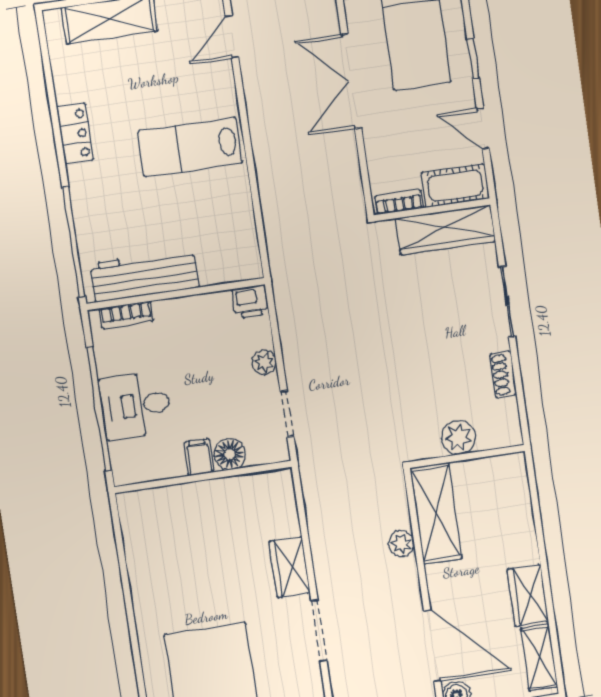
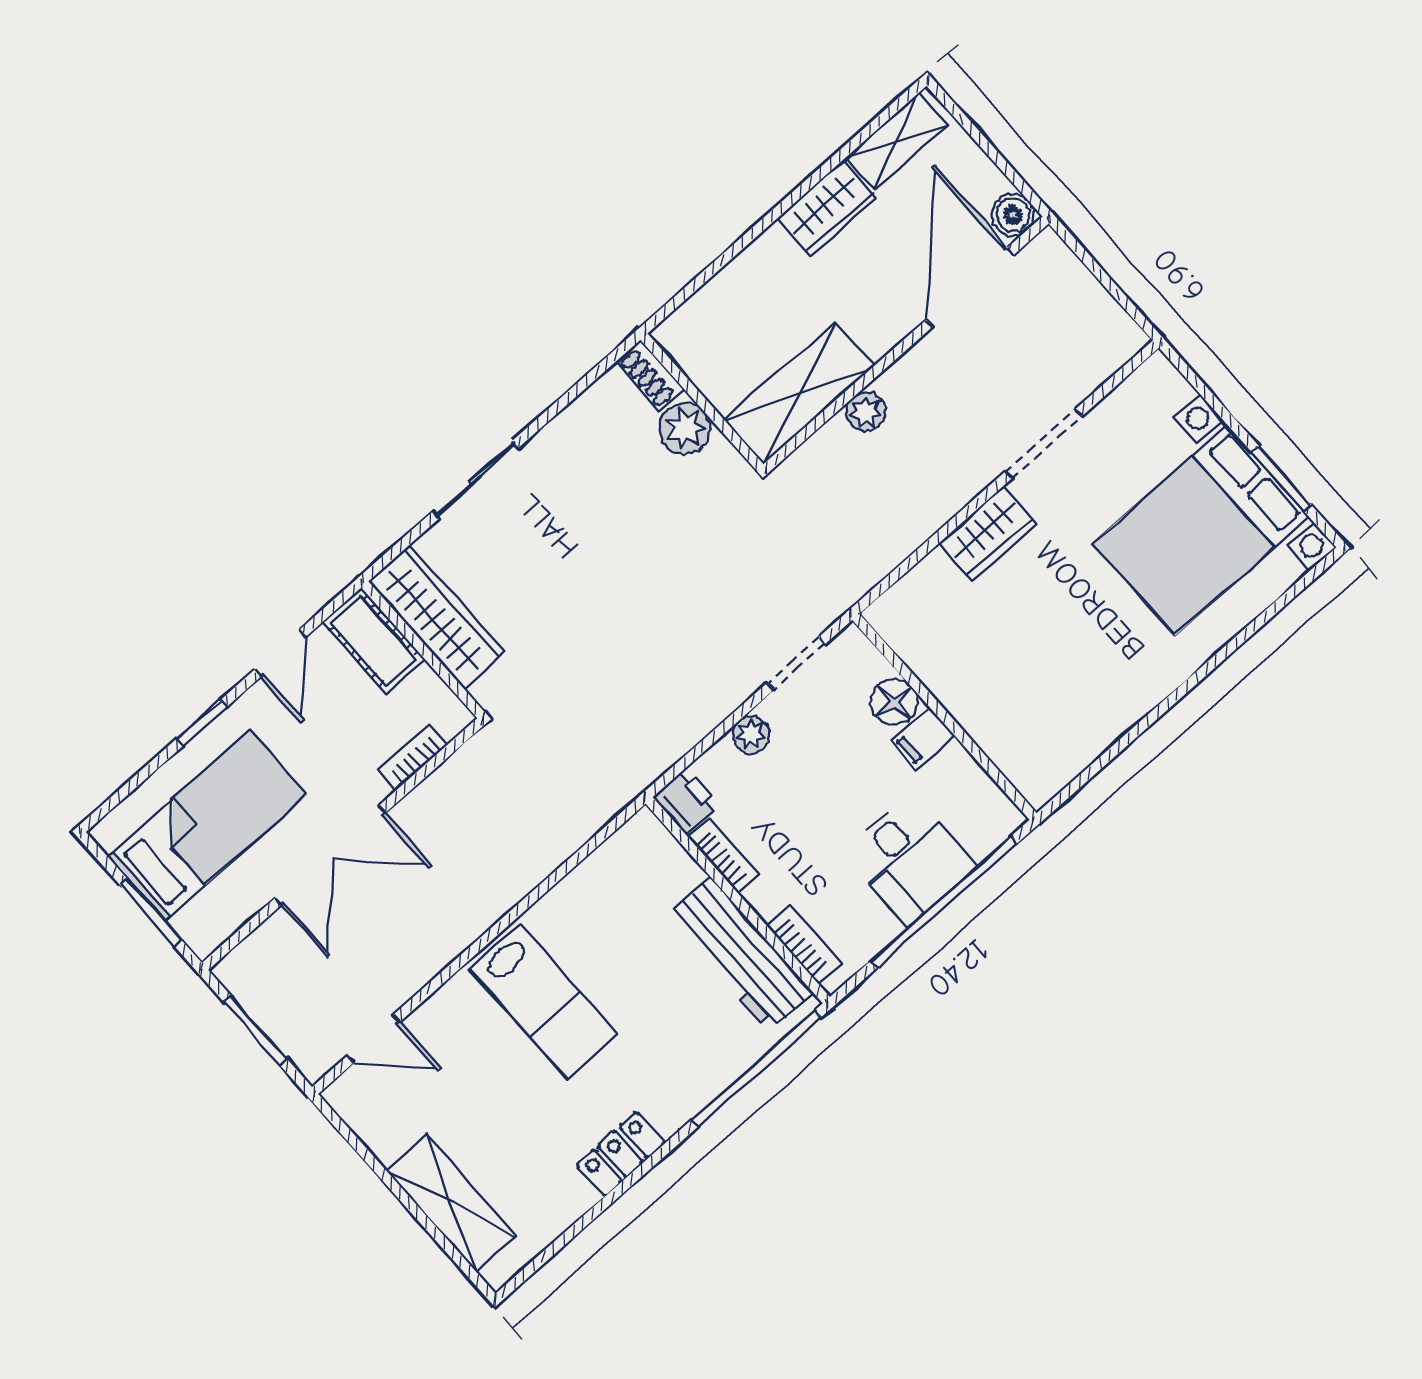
bookcase: (399, 202) -> (413, 757), moved, turned 90
bookcase: (206, 303) -> (724, 856), added
shoe rack: (503, 374) -> (650, 375), moved, turned 90

